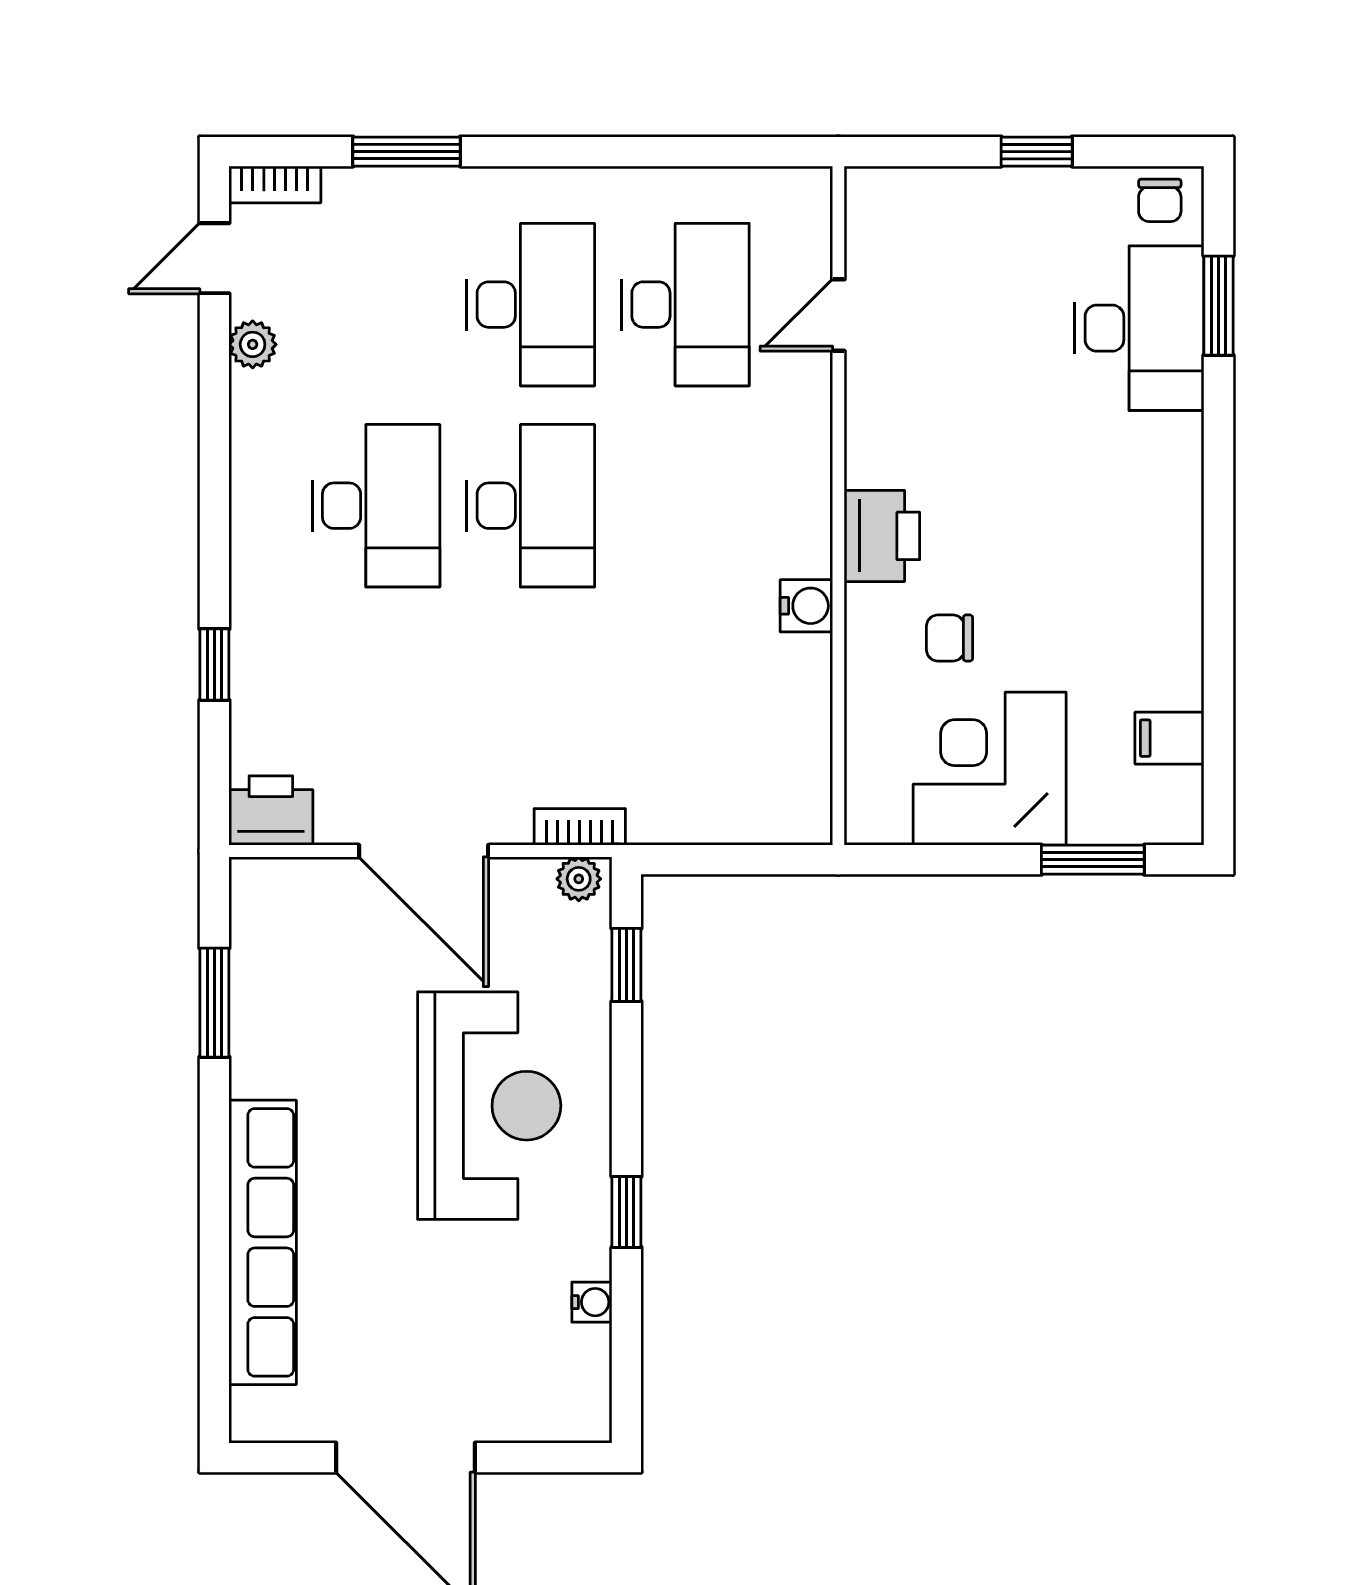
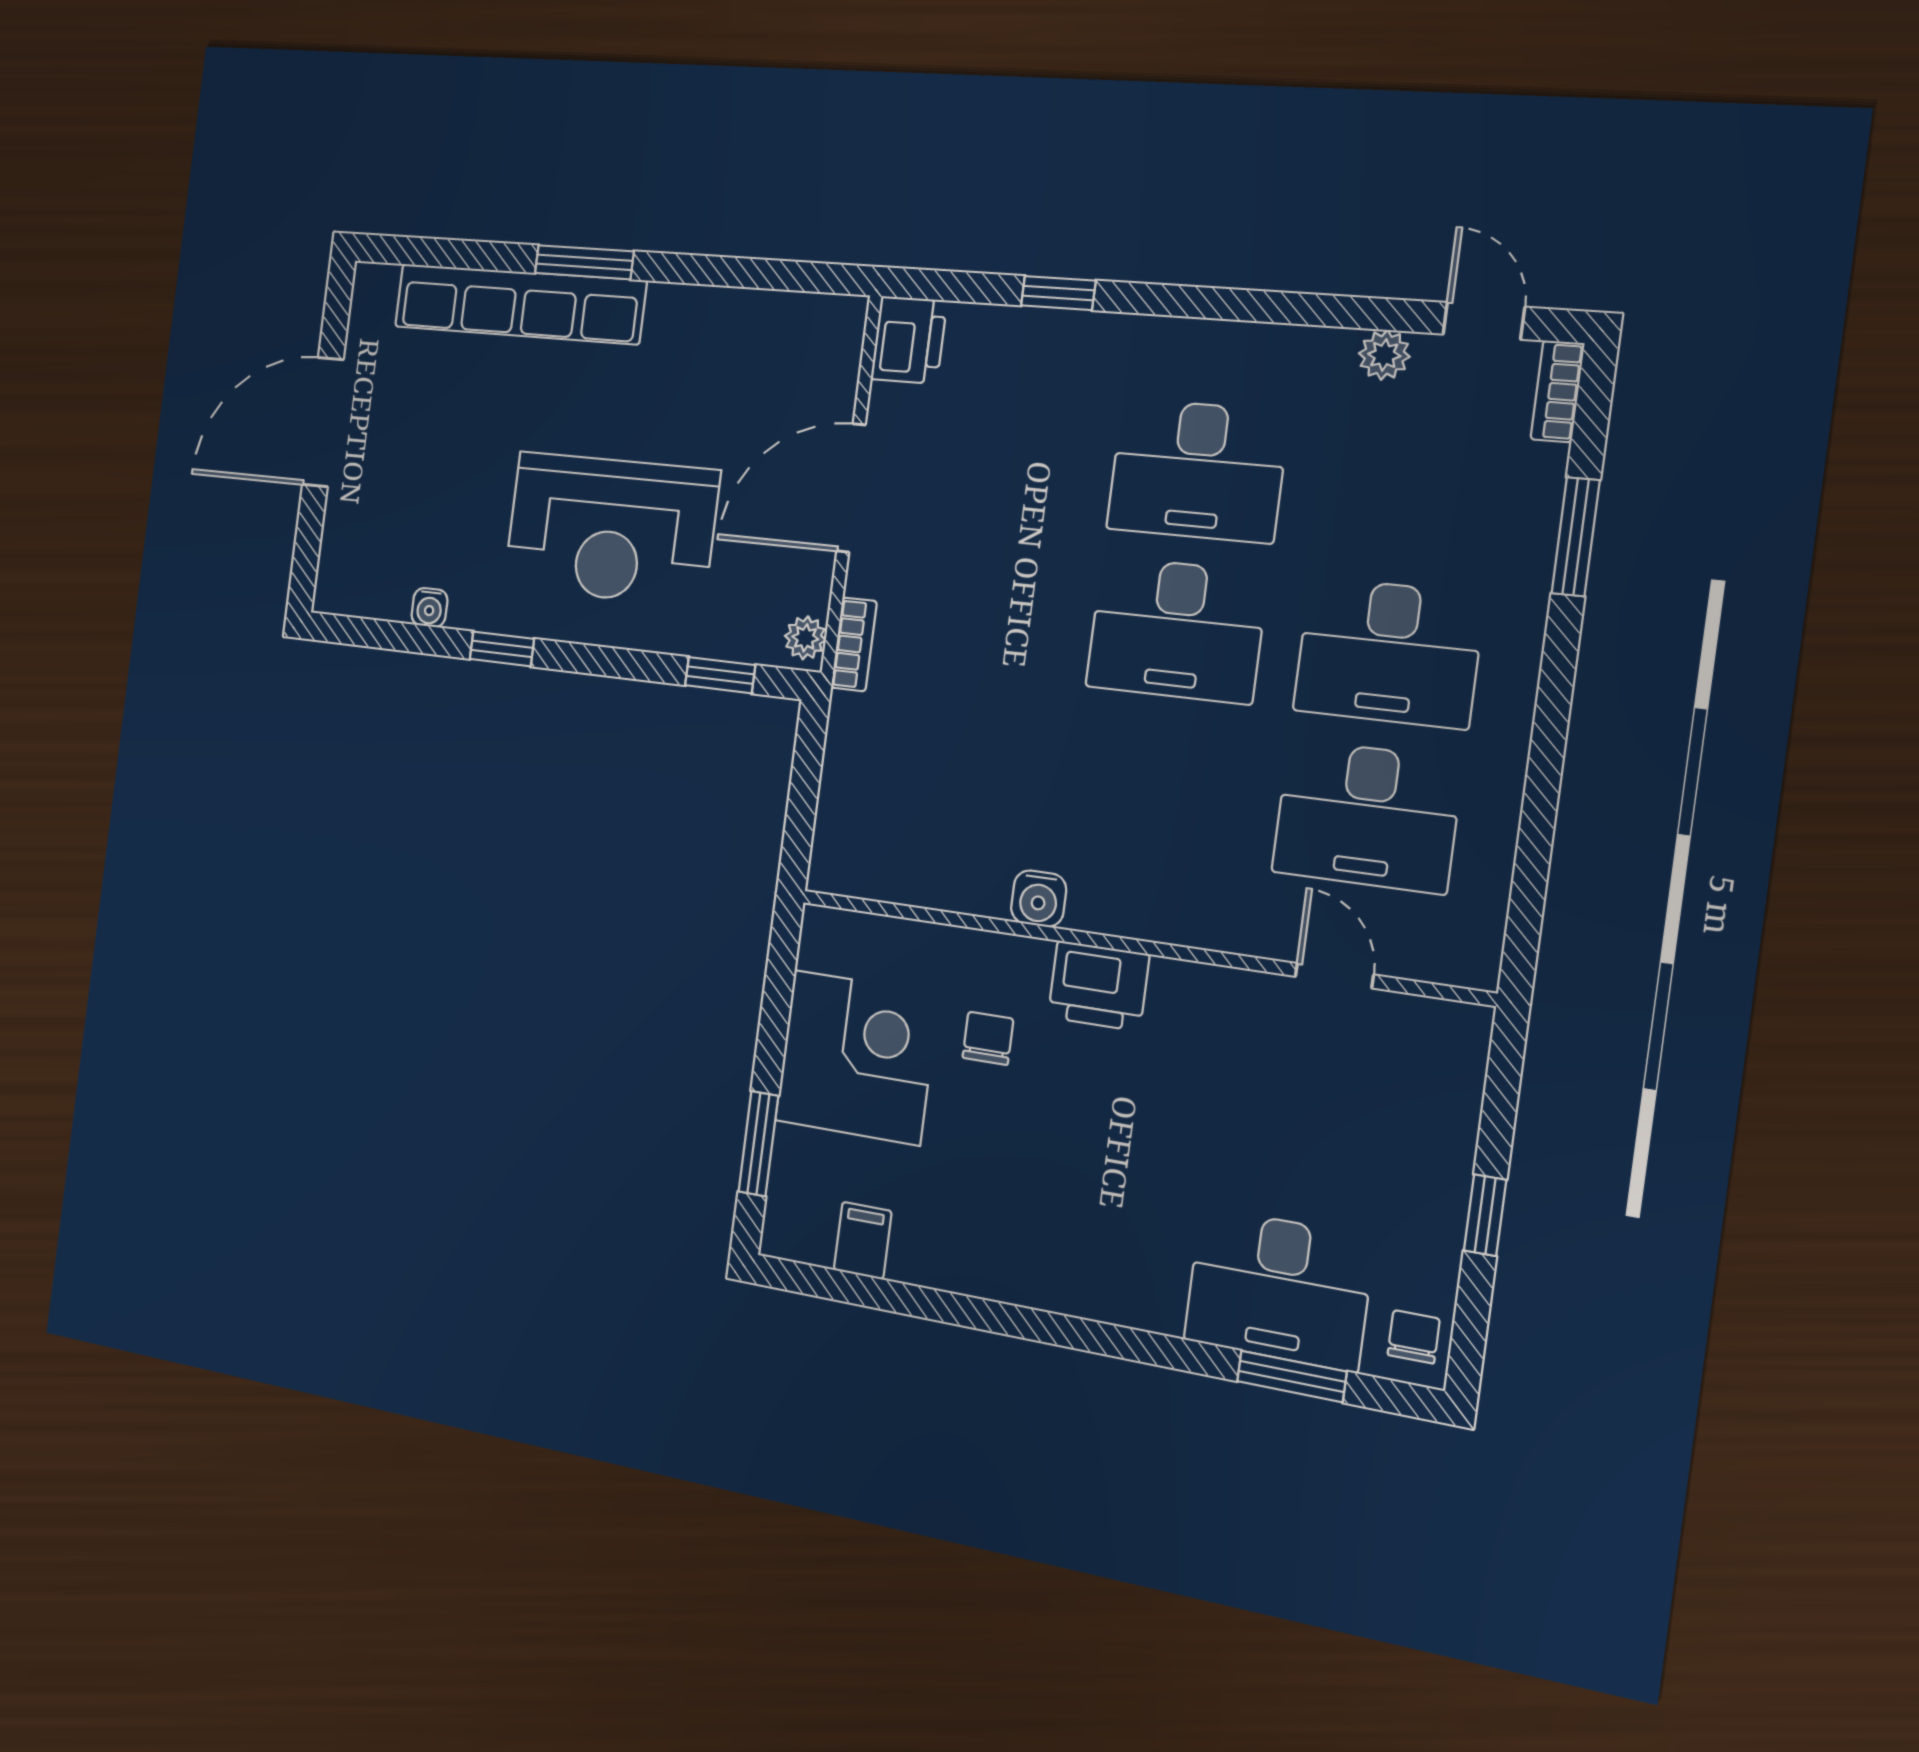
chair: (1160, 200) -> (1414, 1337), turned 90
window: (214, 1003) -> (584, 262), moved

